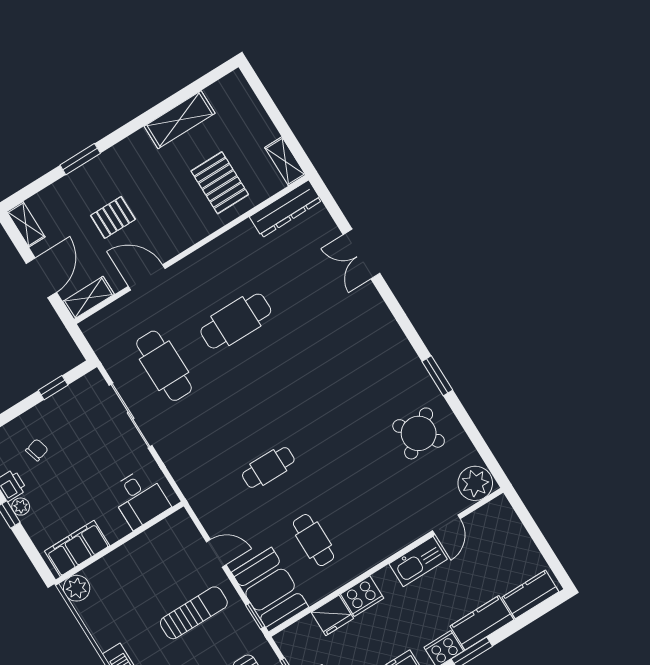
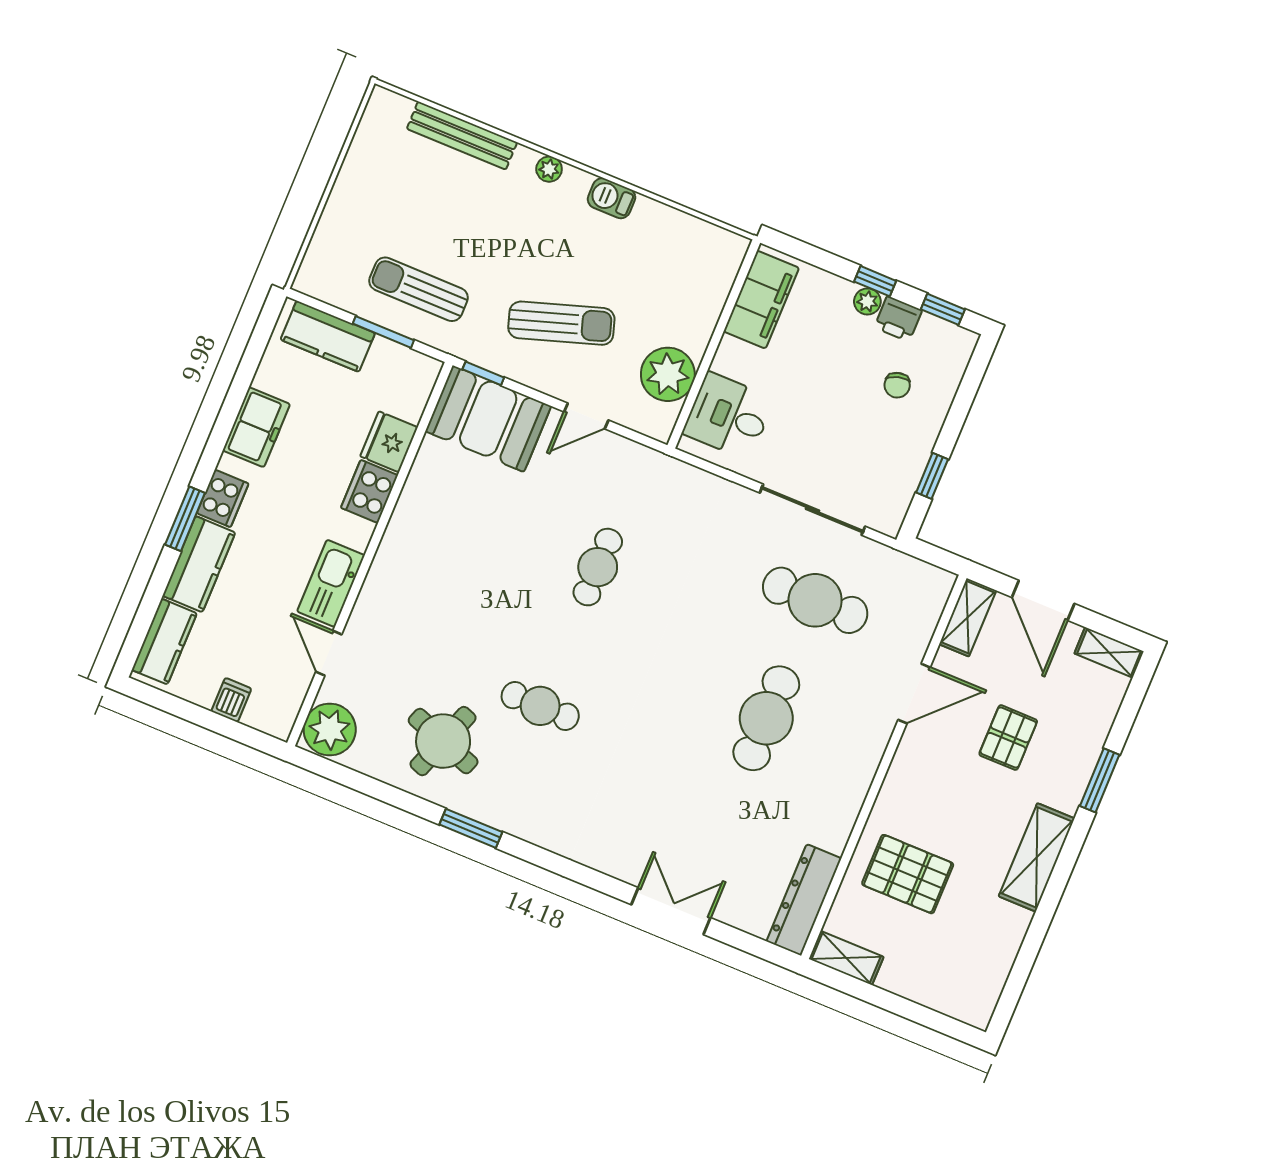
shelving: (180, 120) -> (1037, 857), moved
round table: (419, 433) -> (443, 741), turned -33
dishwasher: (517, 537) -> (231, 700), added
cafe table: (313, 540) -> (540, 706), moved
plant: (77, 588) -> (668, 374), moved, width x1.36, depth x1.36
sun lounger: (194, 613) -> (561, 323), turned -108

